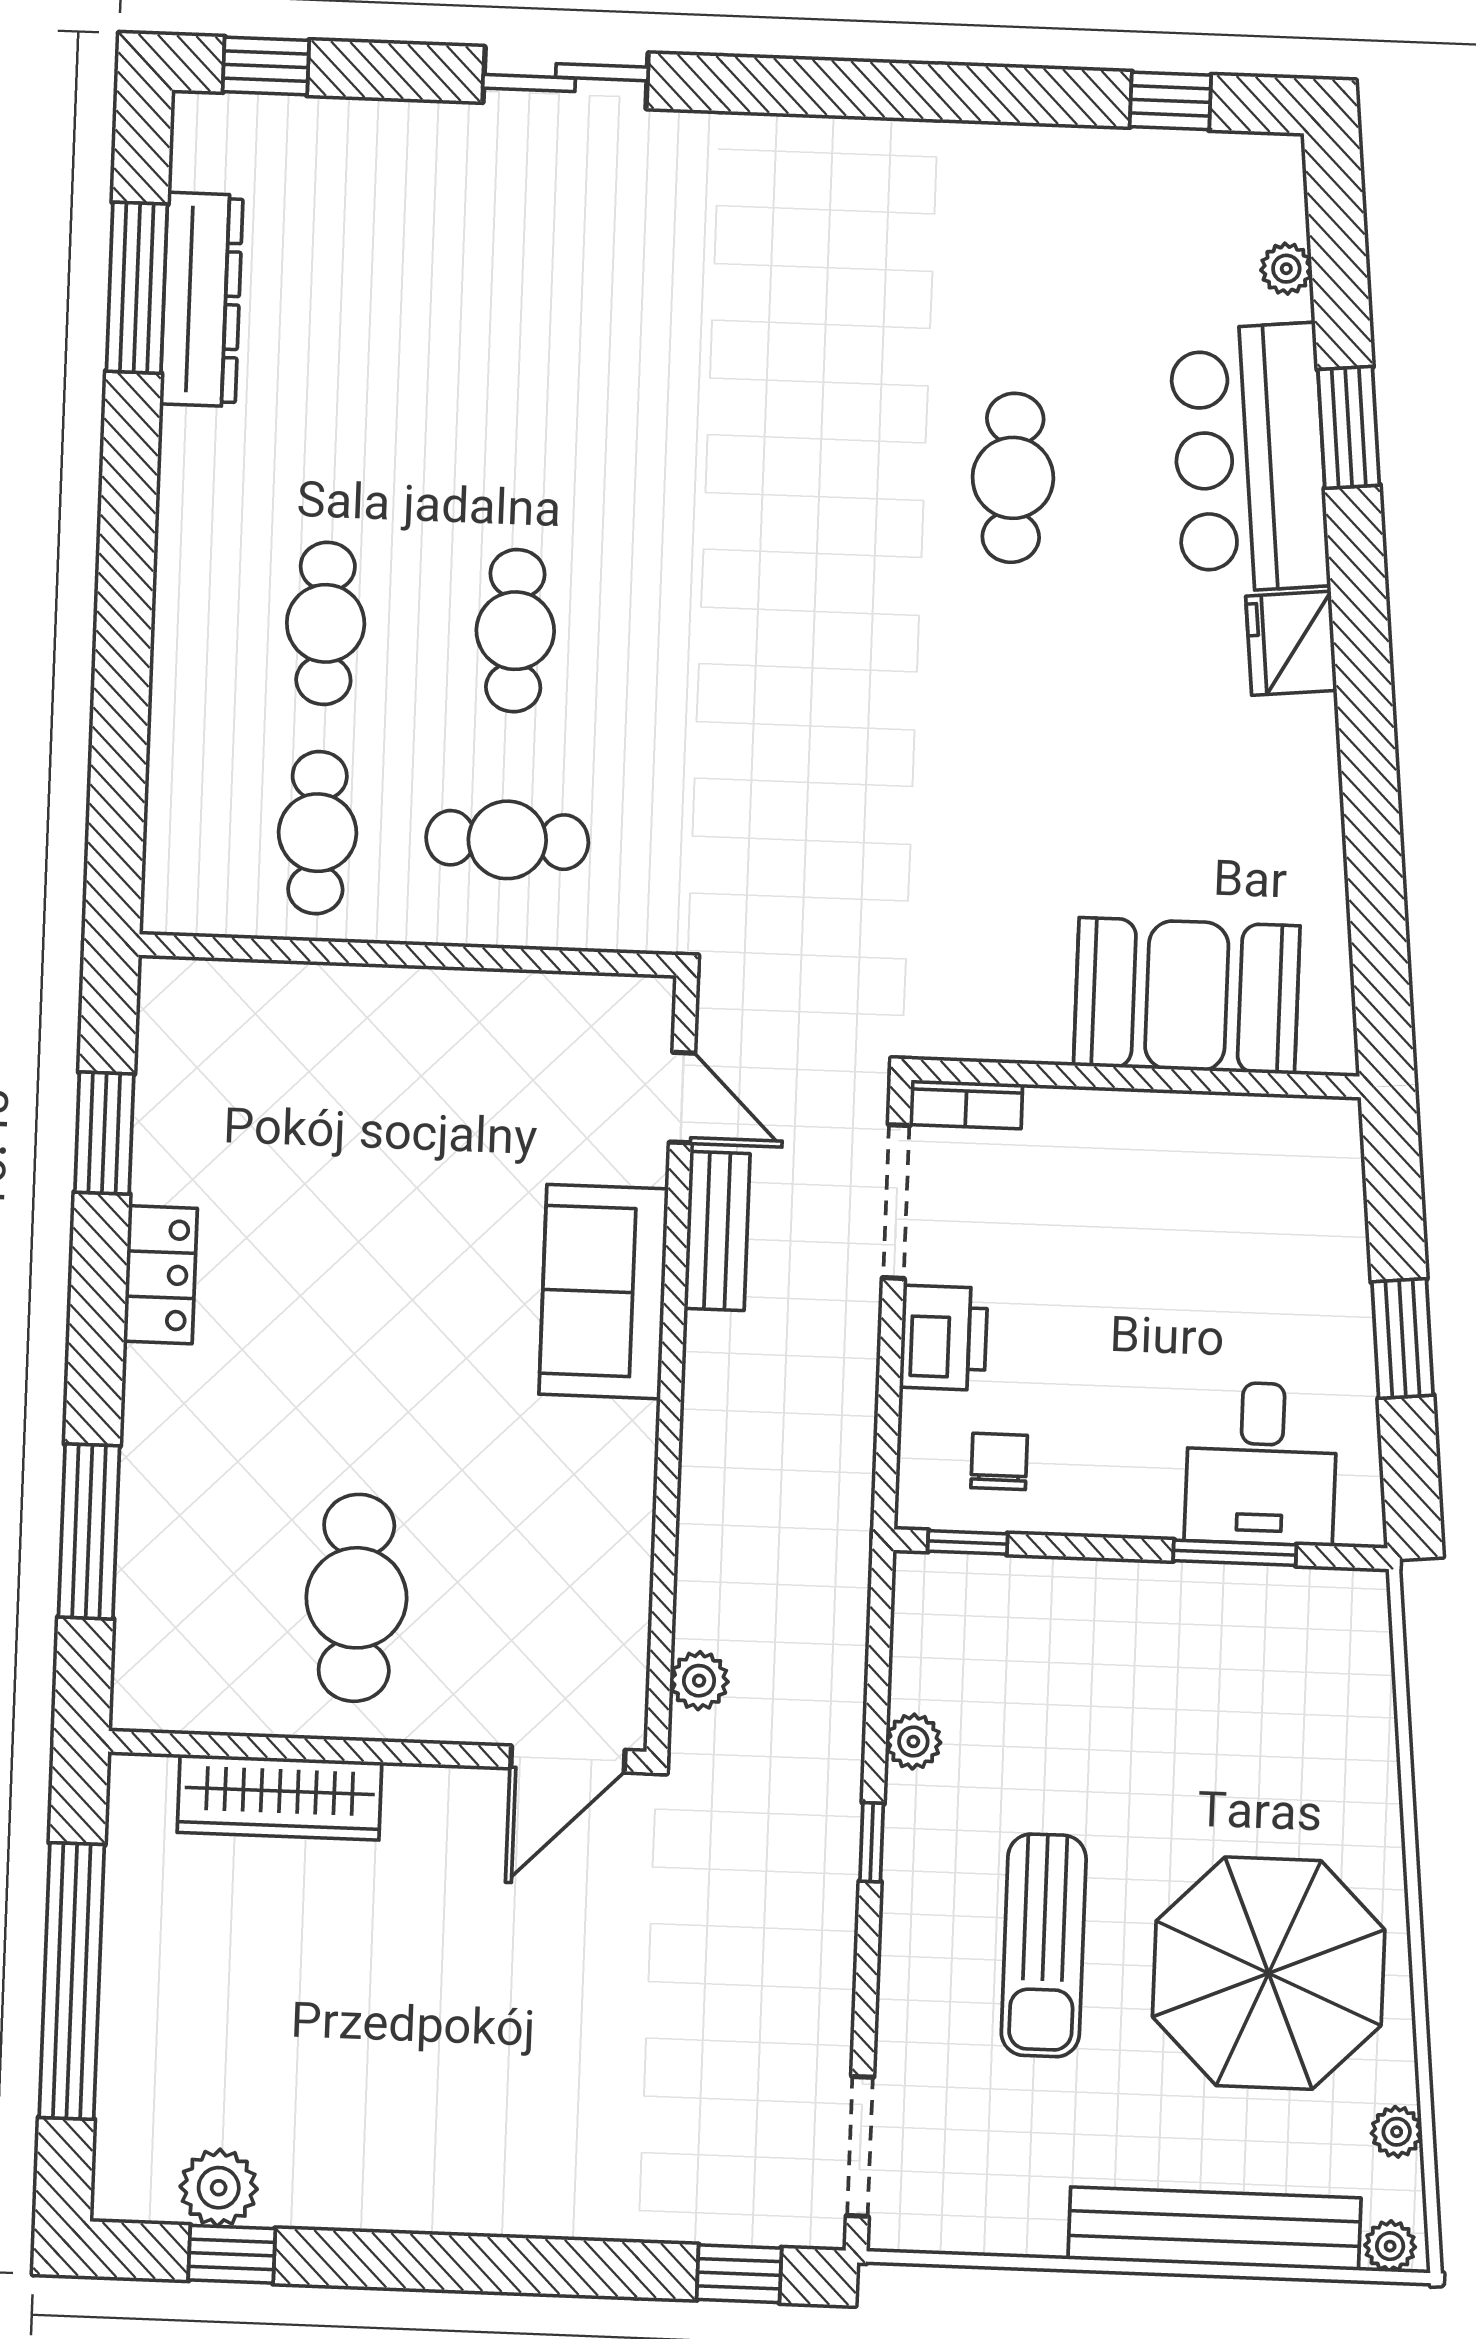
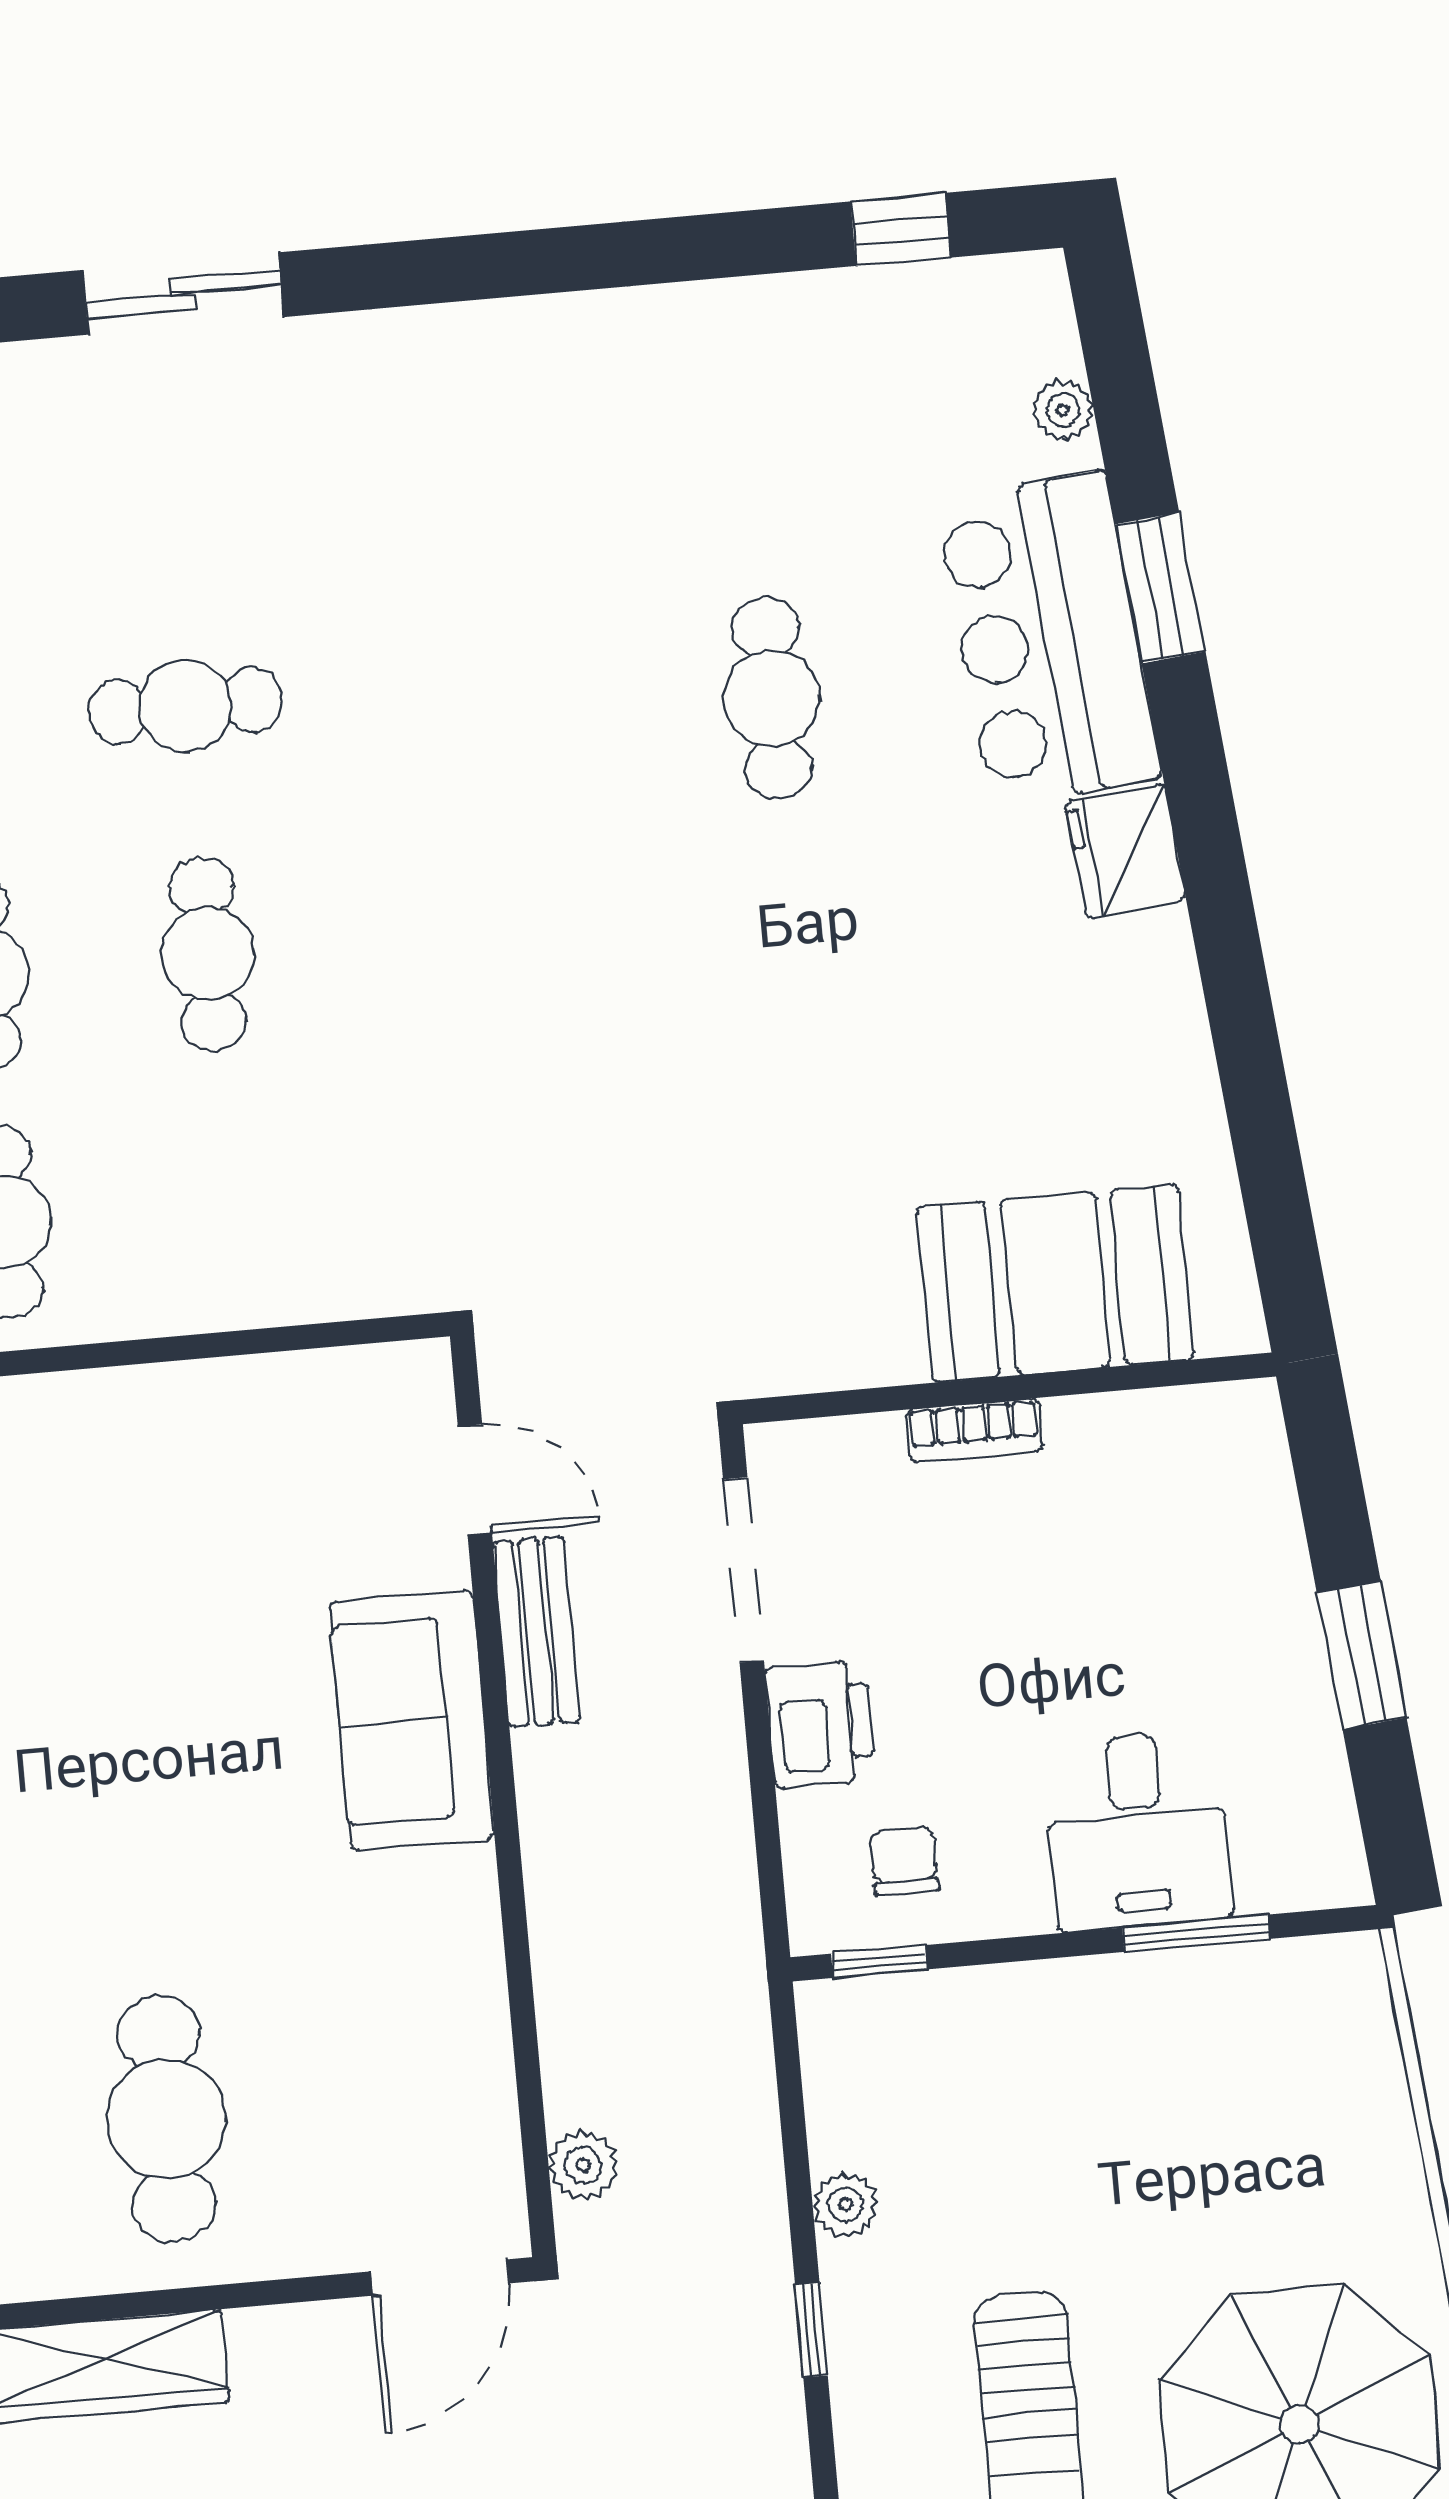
cafe table: (507, 840) -> (185, 706), moved
bookcase: (966, 1104) -> (974, 1430), moved
desk: (1261, 1463) -> (1138, 1831), moved

